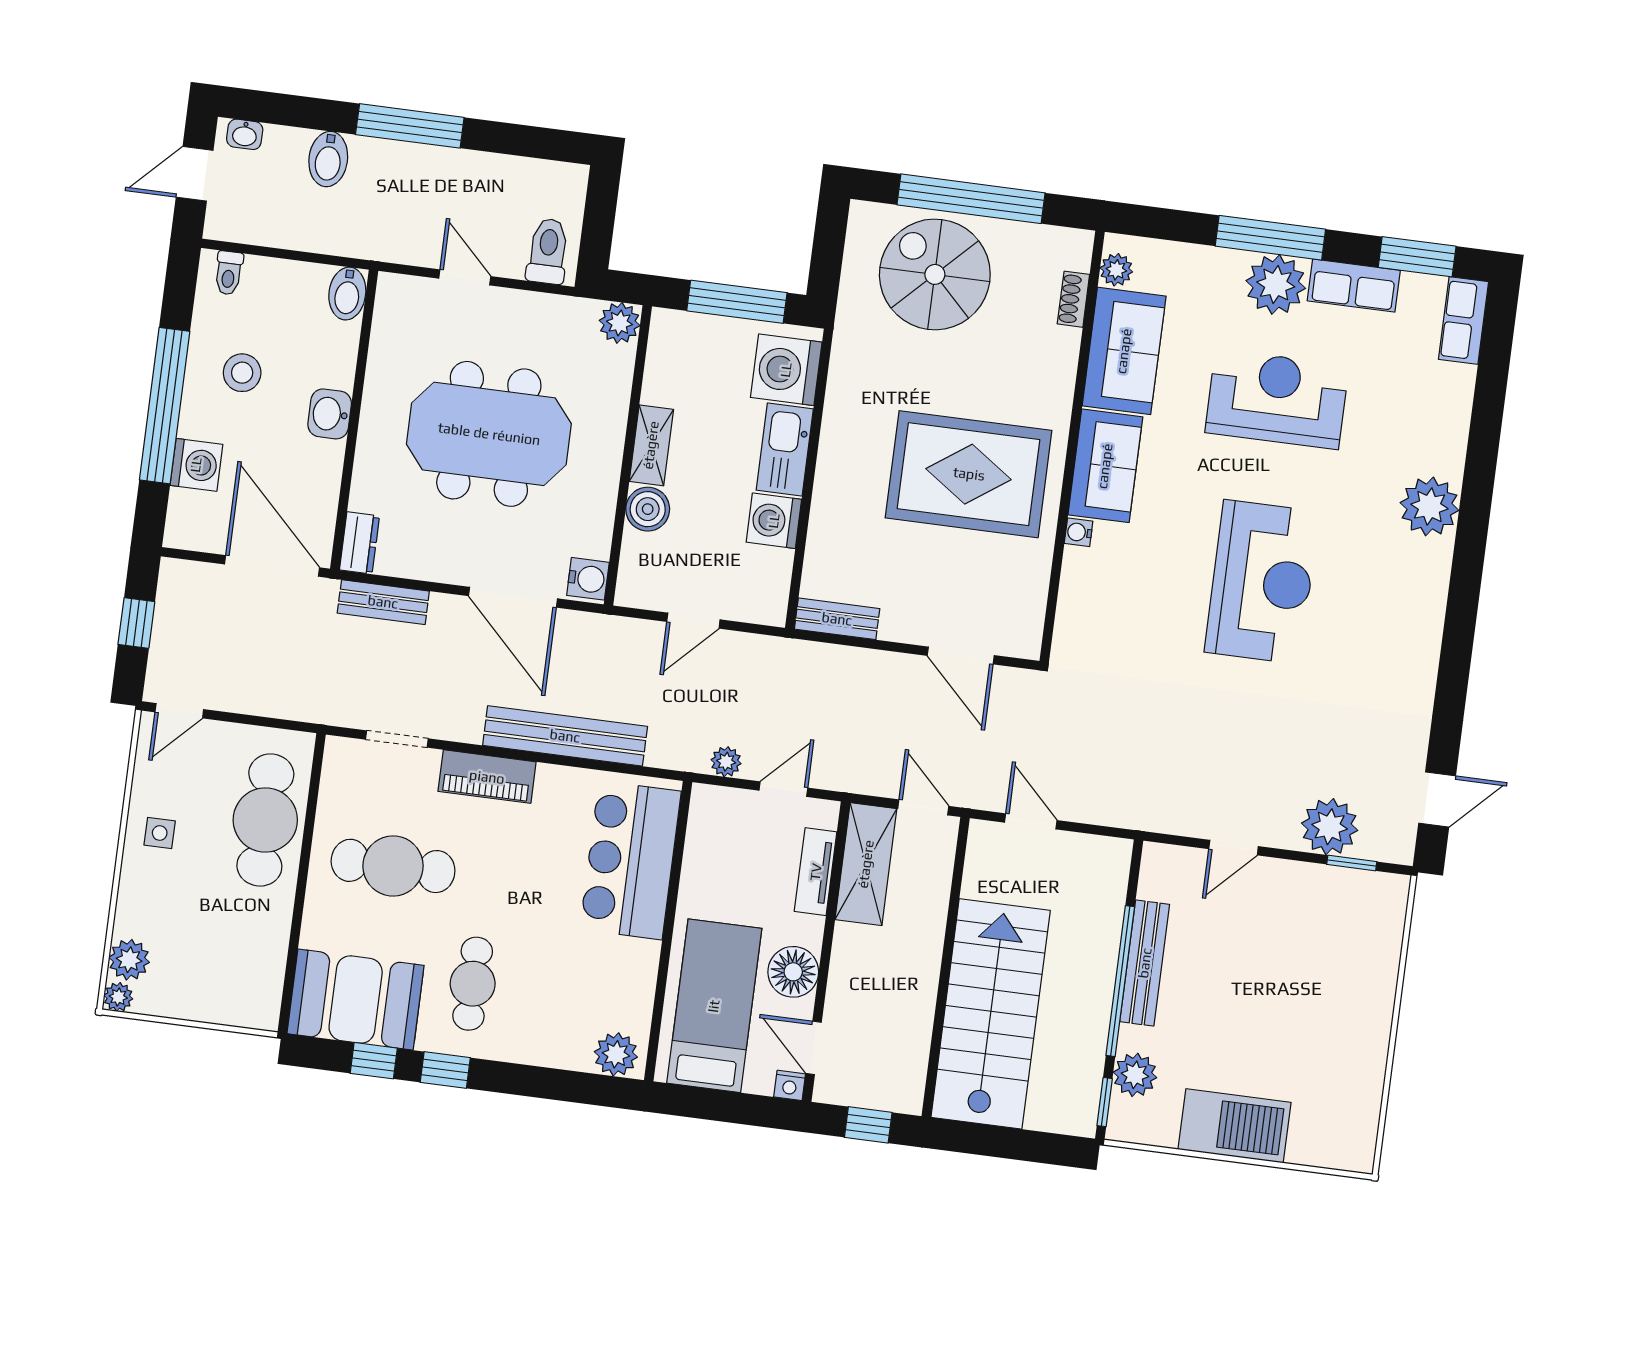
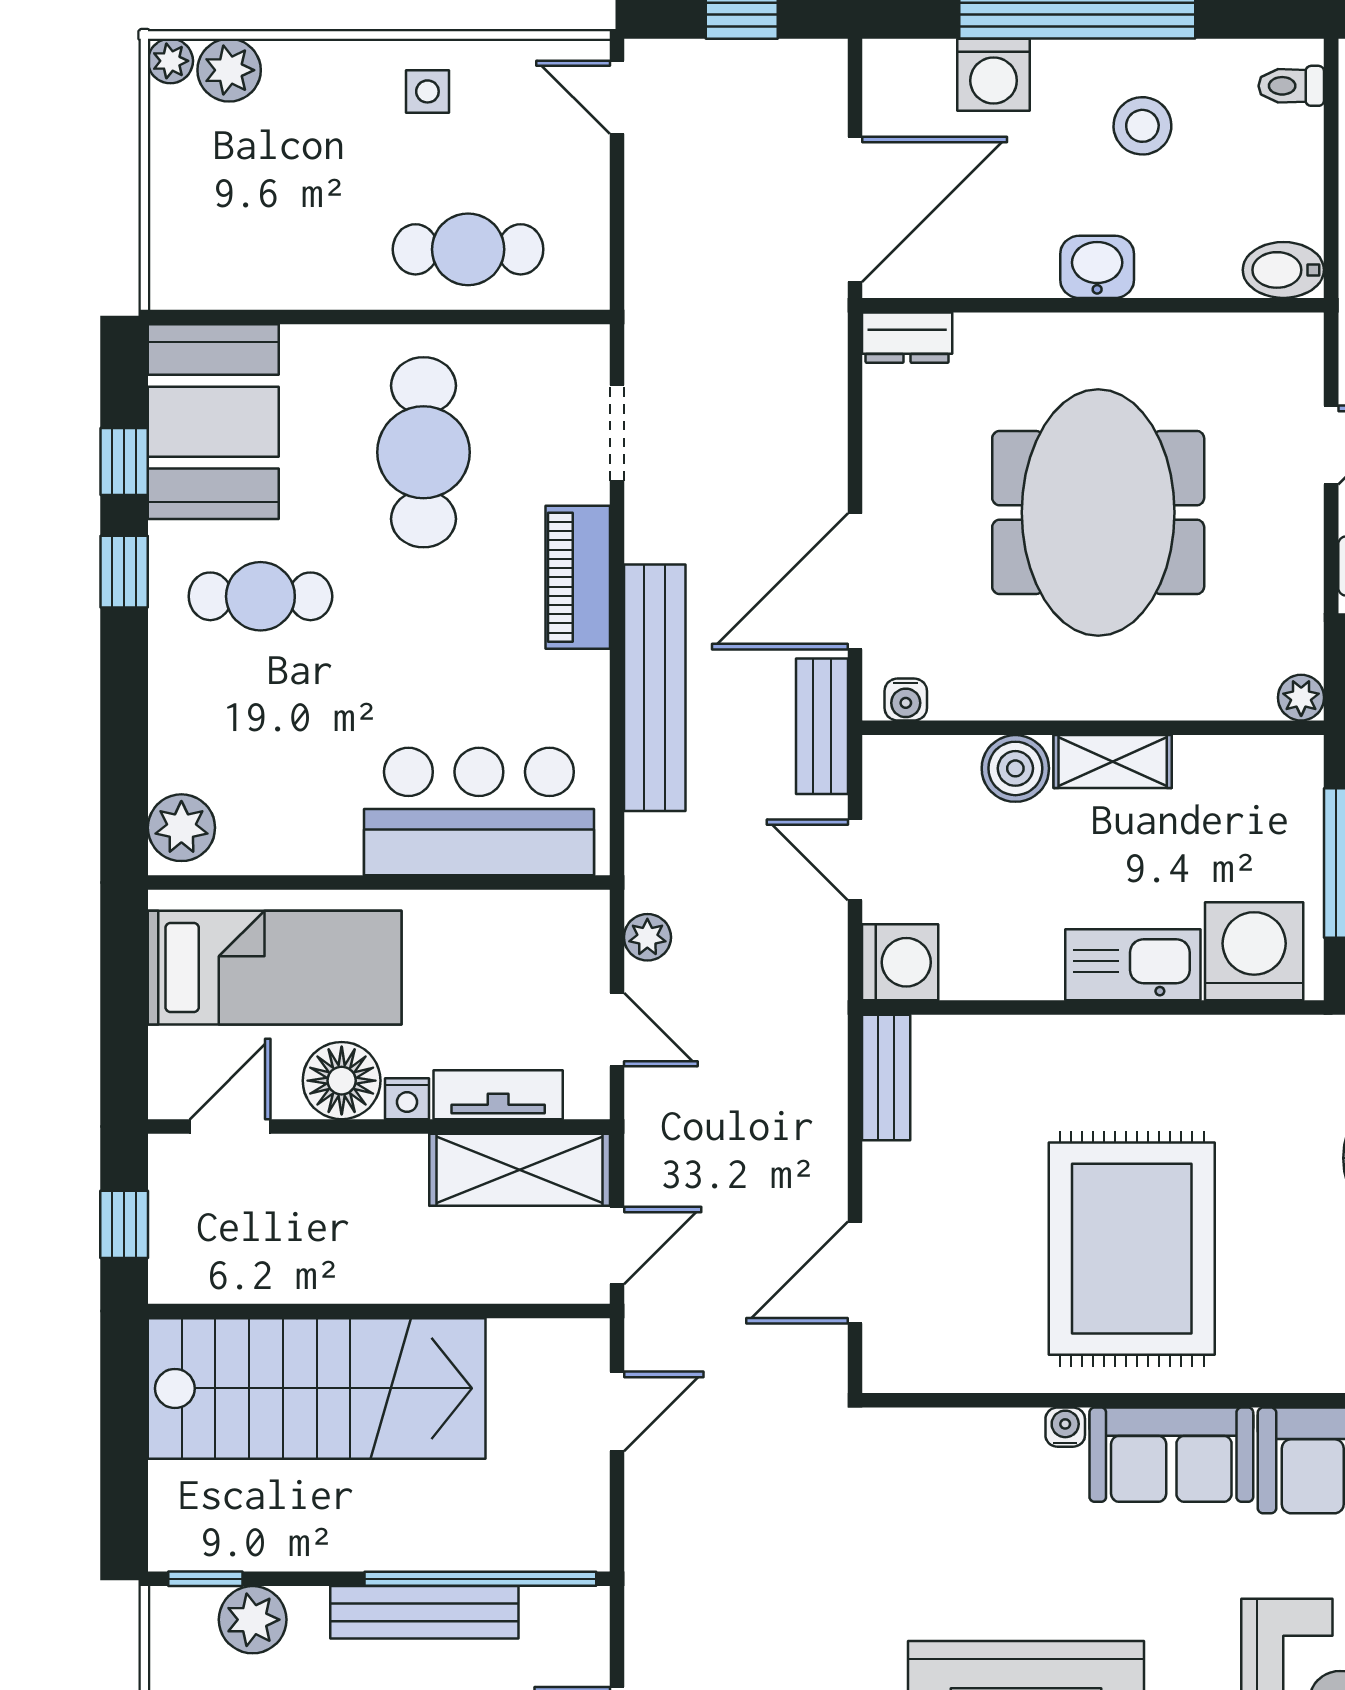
plant: (620, 323) -> (1301, 698), width x0.73, depth x0.73
washing machine: (774, 521) -> (900, 962), moved, turned 90
water cooler: (588, 579) -> (906, 700), width x0.72, depth x0.72
bench: (383, 602) -> (822, 726), moved
cafe table: (265, 820) -> (468, 249), width x0.73, depth x0.74
window: (1120, 981) -> (480, 1579), moved
nightstand: (790, 1085) -> (407, 1099), moved, turned -90

